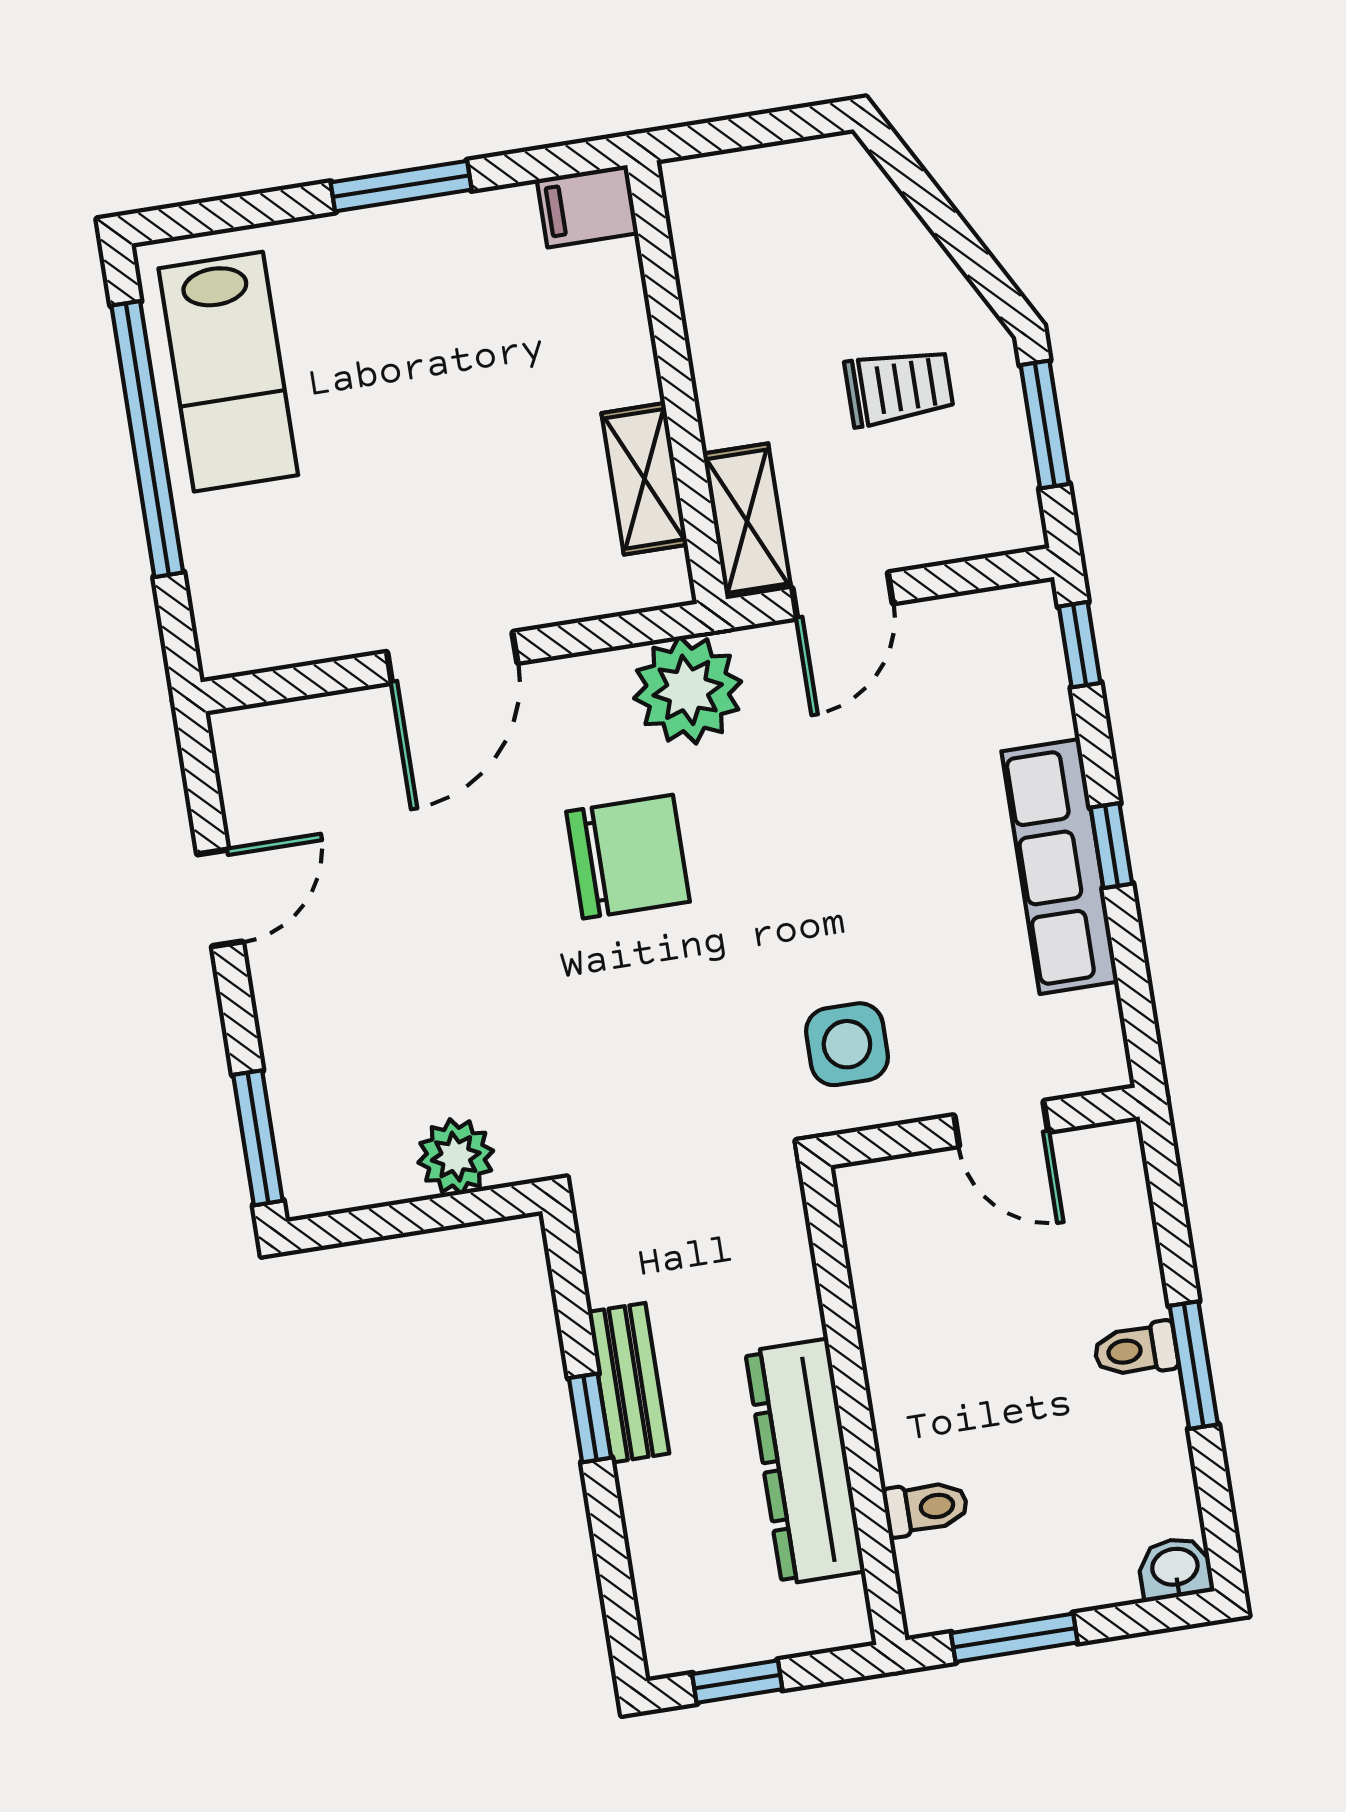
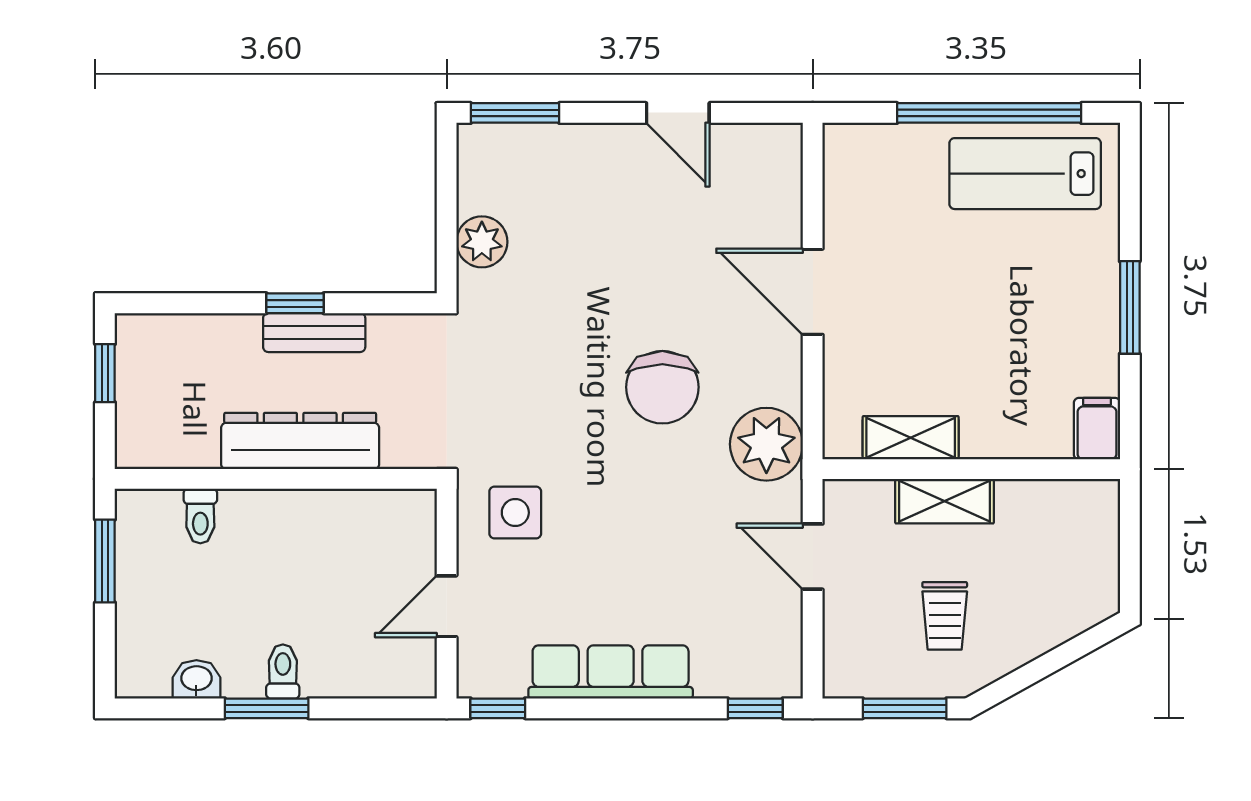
shelving: (747, 521) -> (945, 501), moved
window: (1111, 846) -> (498, 708), moved
dresser: (805, 1461) -> (300, 441), moved
washbasin: (1175, 1568) -> (196, 679), moved, turned -90

